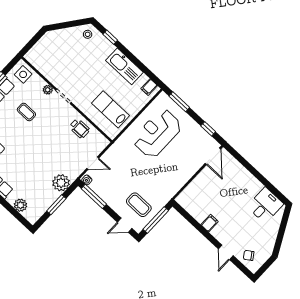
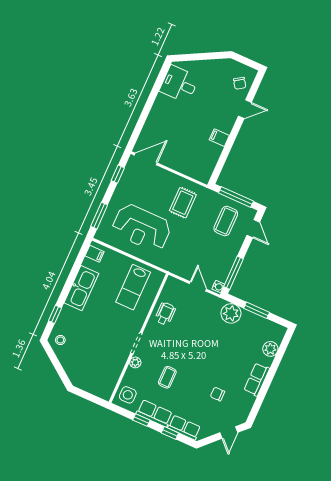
rug: (166, 174) -> (183, 203), added

